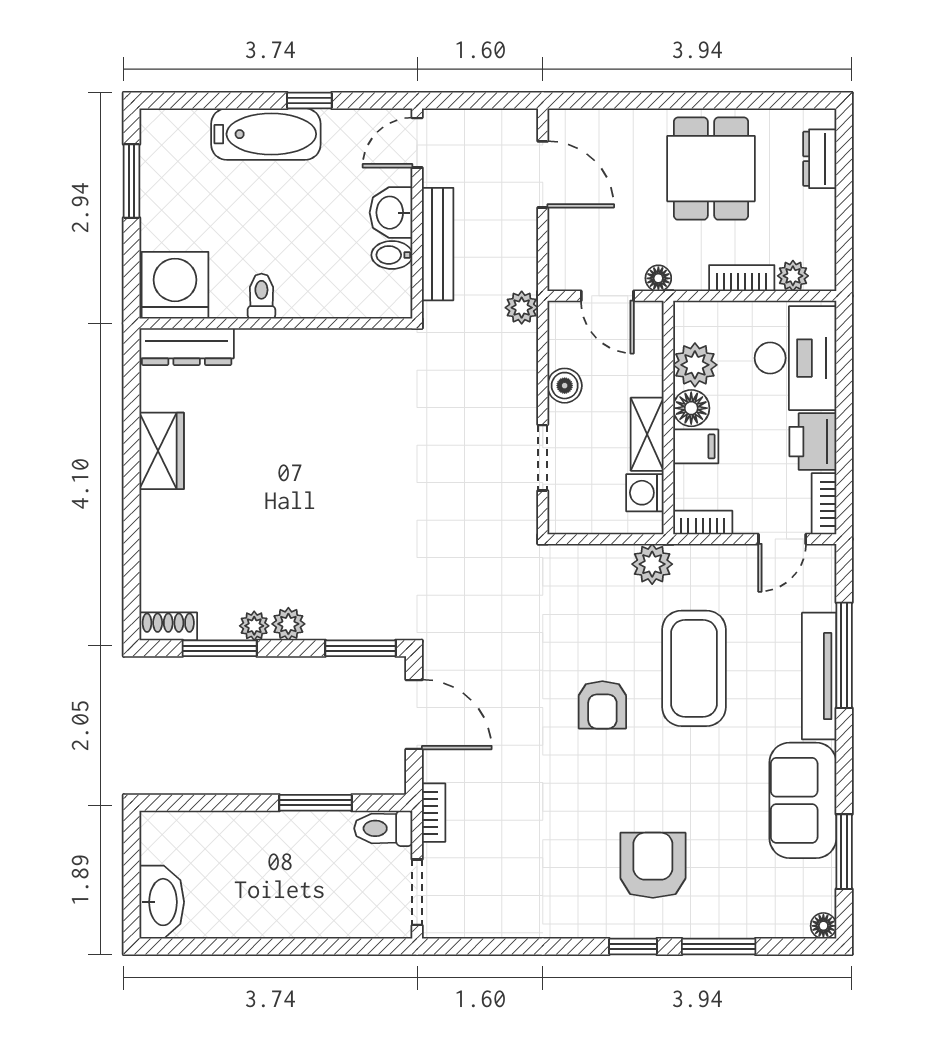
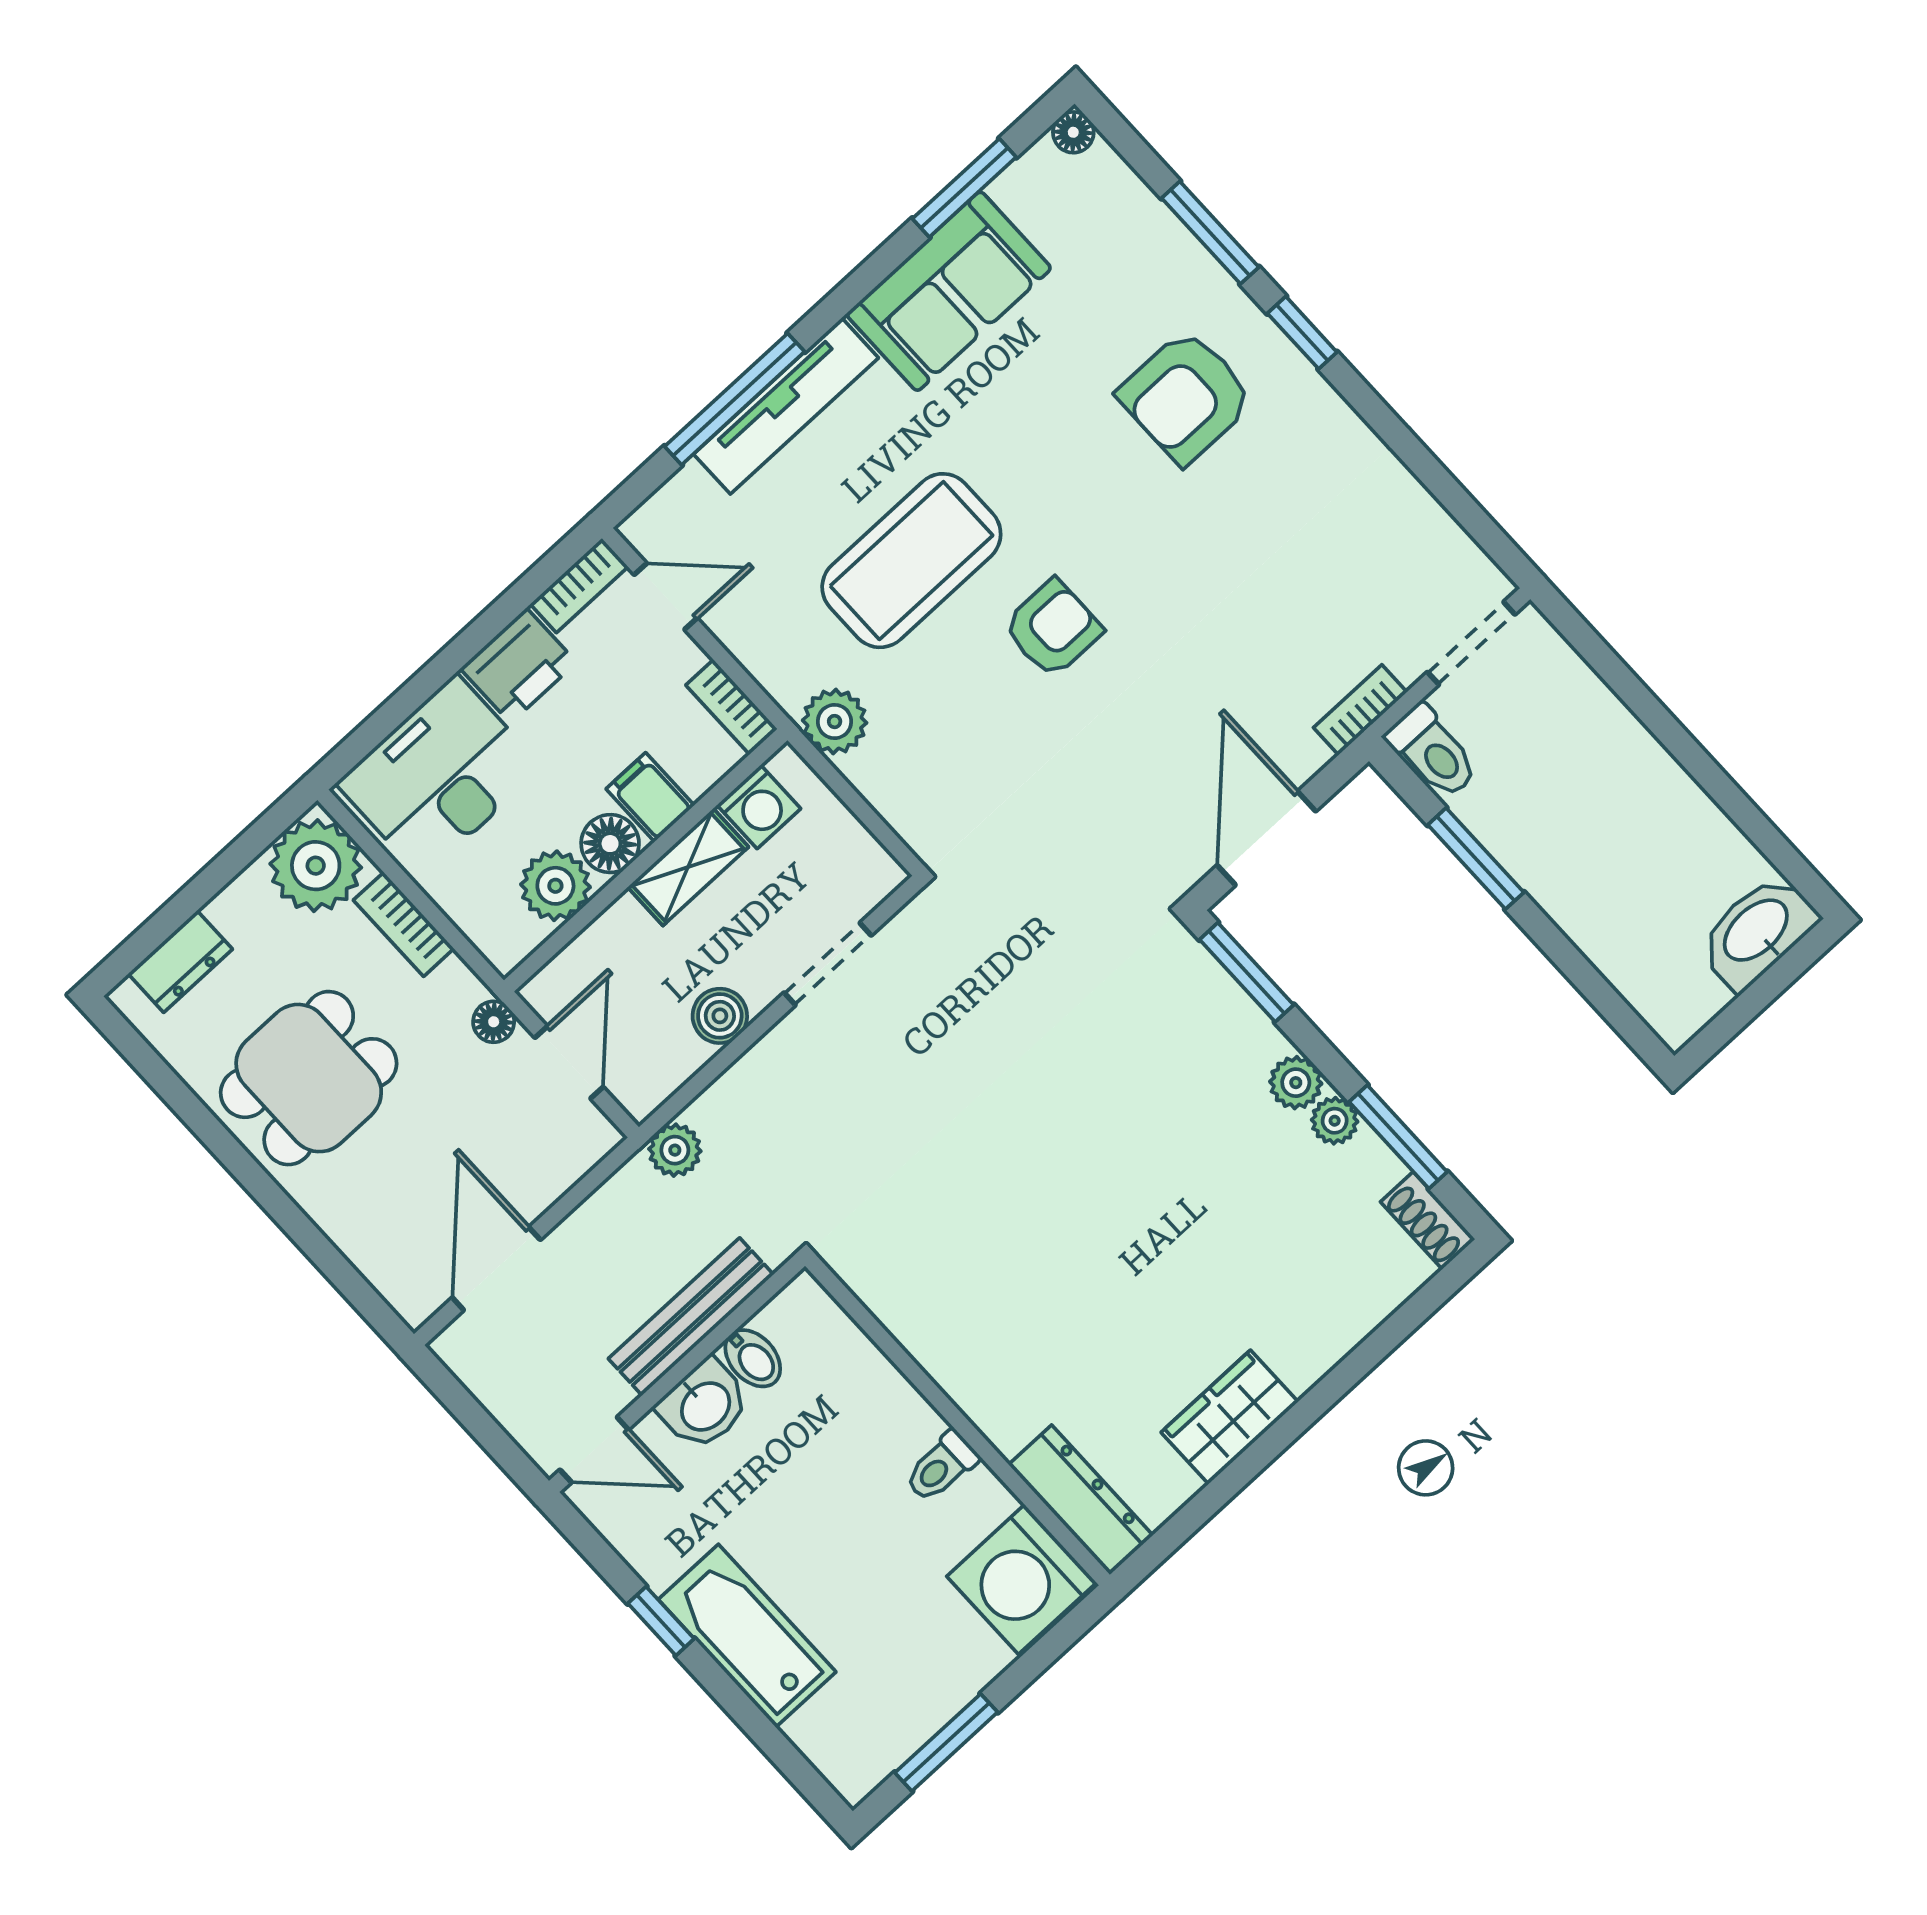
plant: (793, 276) -> (316, 866), width x1.87, depth x1.87

